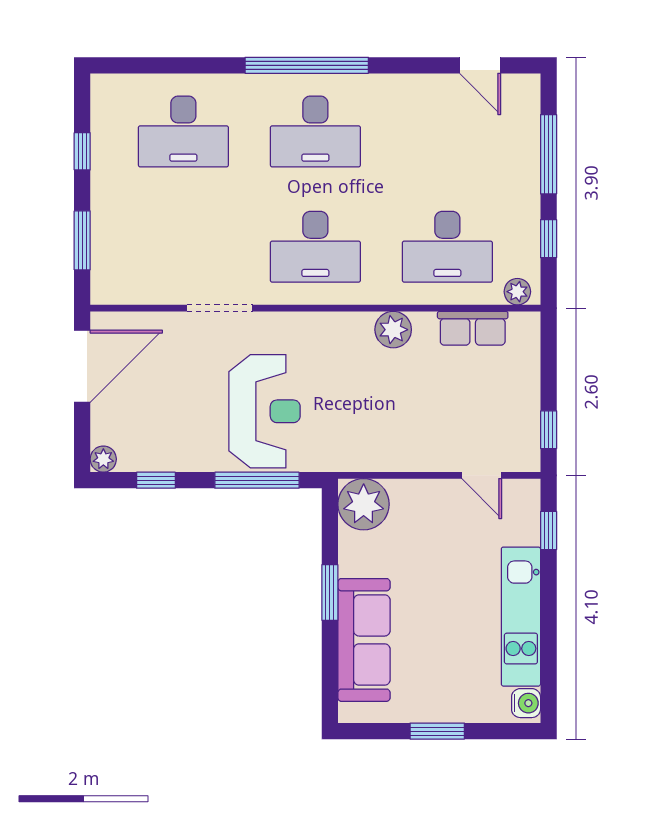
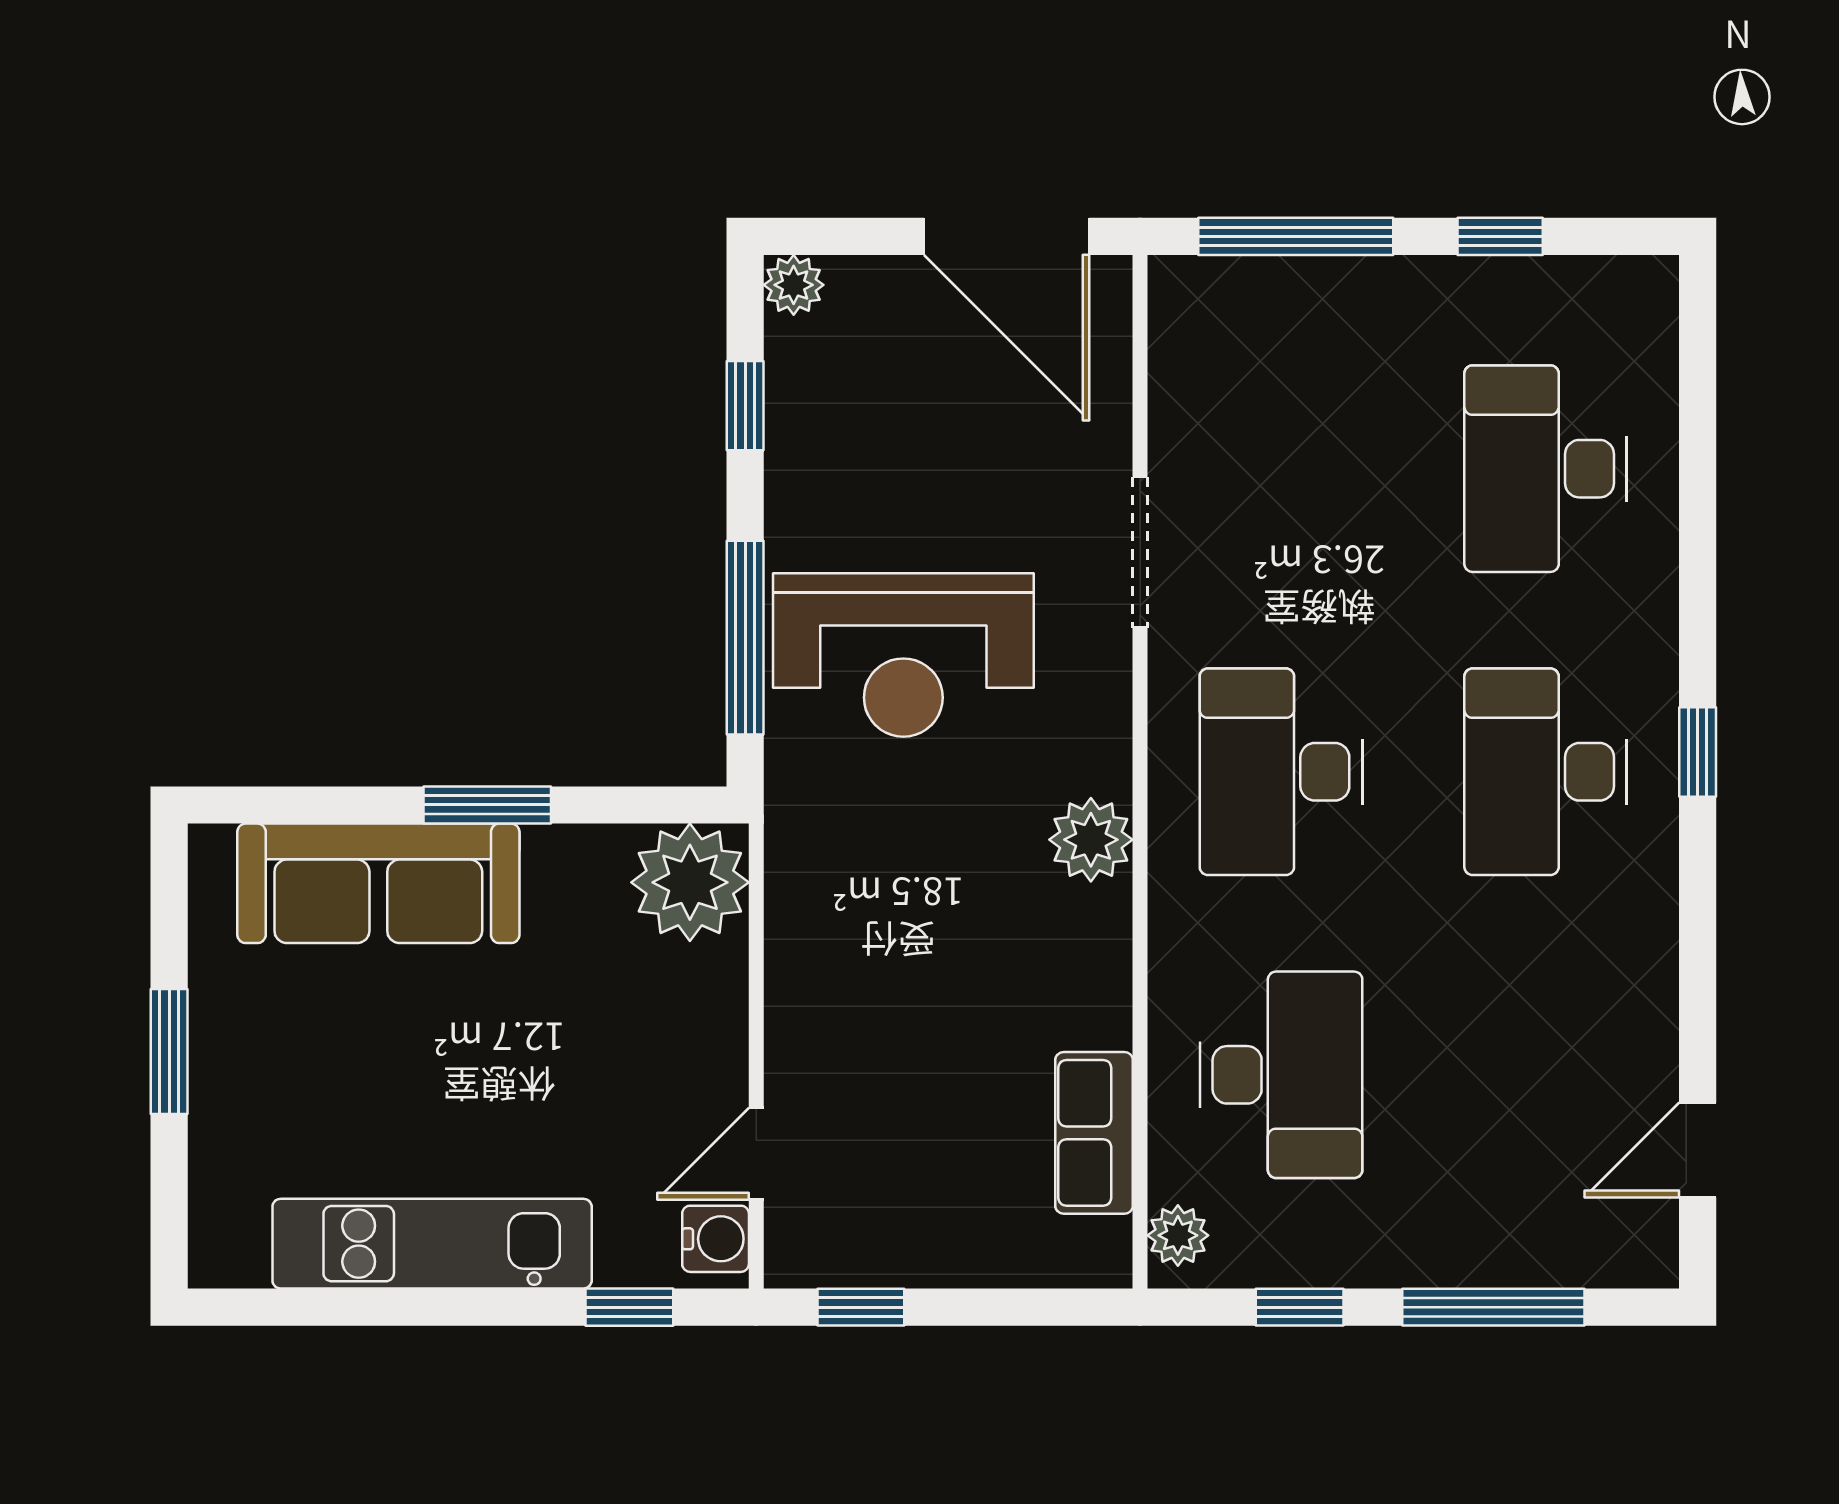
window: (307, 65) -> (1698, 752), width x0.32
window: (82, 240) -> (1296, 236), width x1.44
desk: (447, 247) -> (1281, 1075), turned 180
plant: (393, 330) -> (1091, 840), moved
water cooler: (526, 703) -> (716, 1239), moved, turned -90

